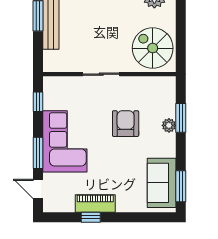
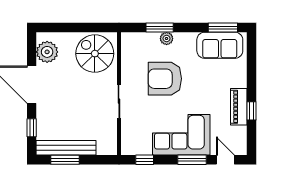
spiral stairs: (153, 48) -> (95, 54), turned 90
armchair: (126, 124) -> (165, 79), width x1.36, depth x1.36
door: (38, 189) -> (225, 160), swing flipped

